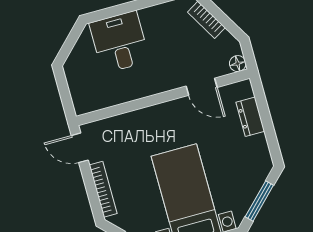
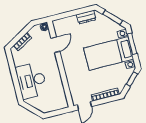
desk: (119, 42) -> (31, 81), width x1.37
dresser: (250, 117) -> (86, 17), moved

